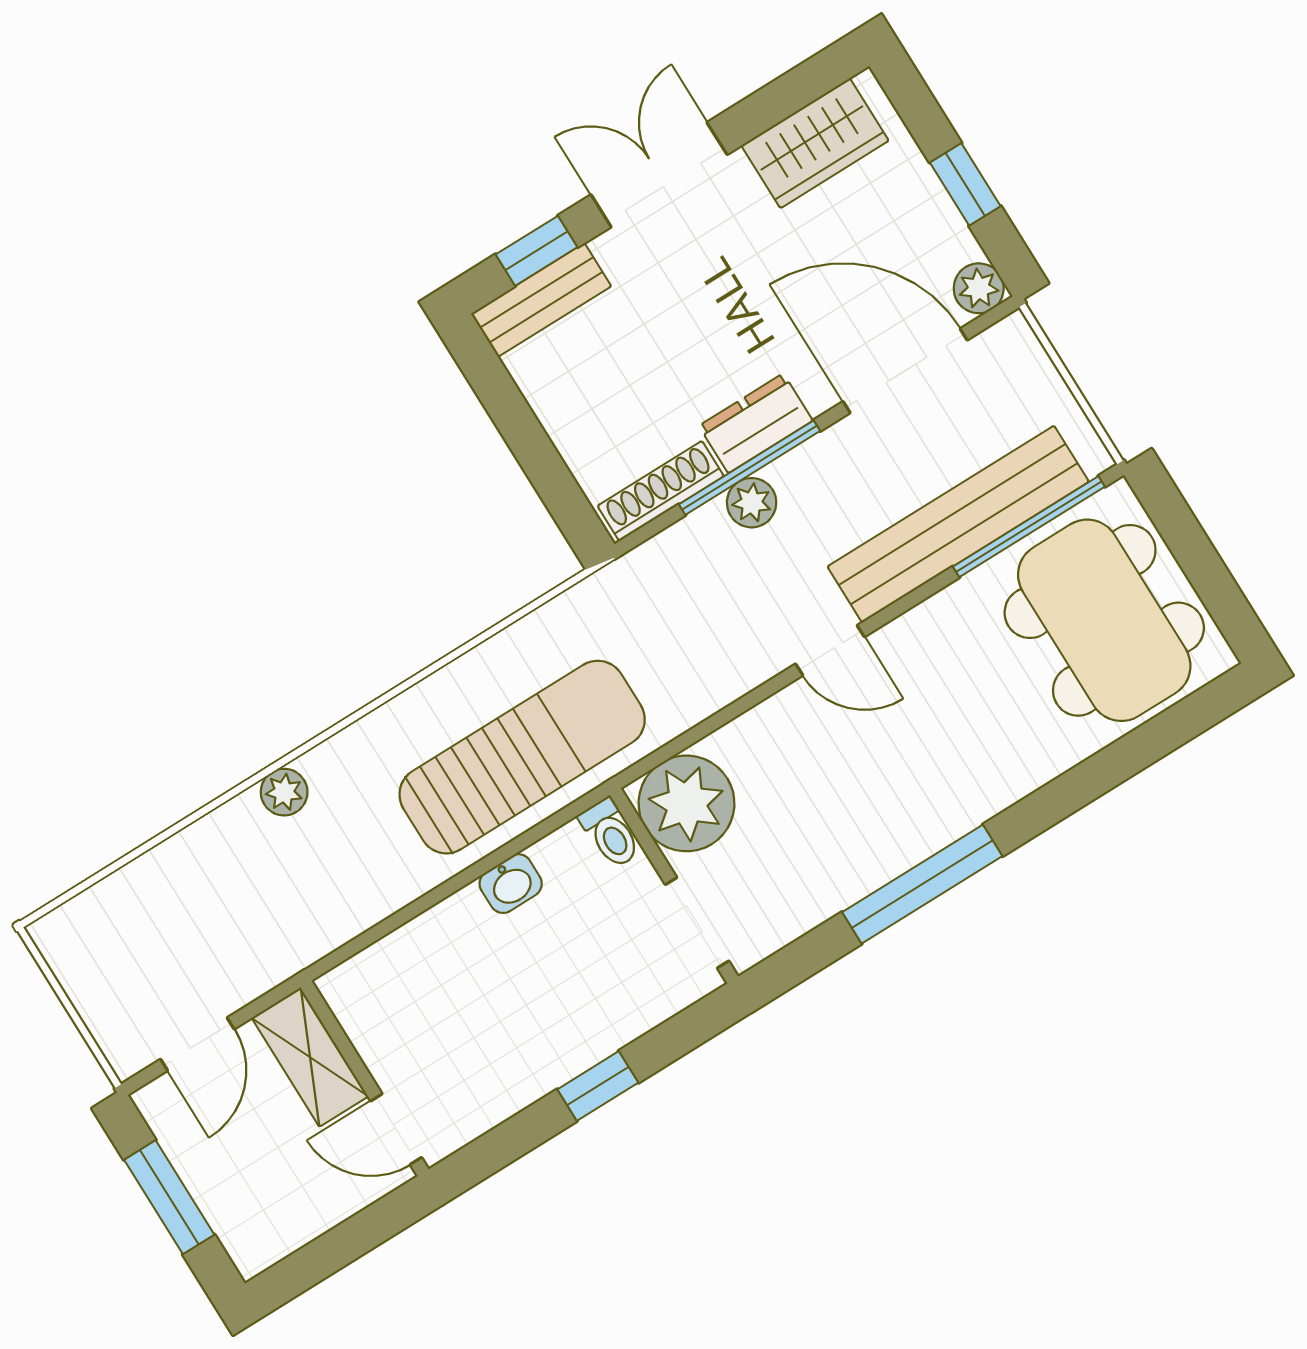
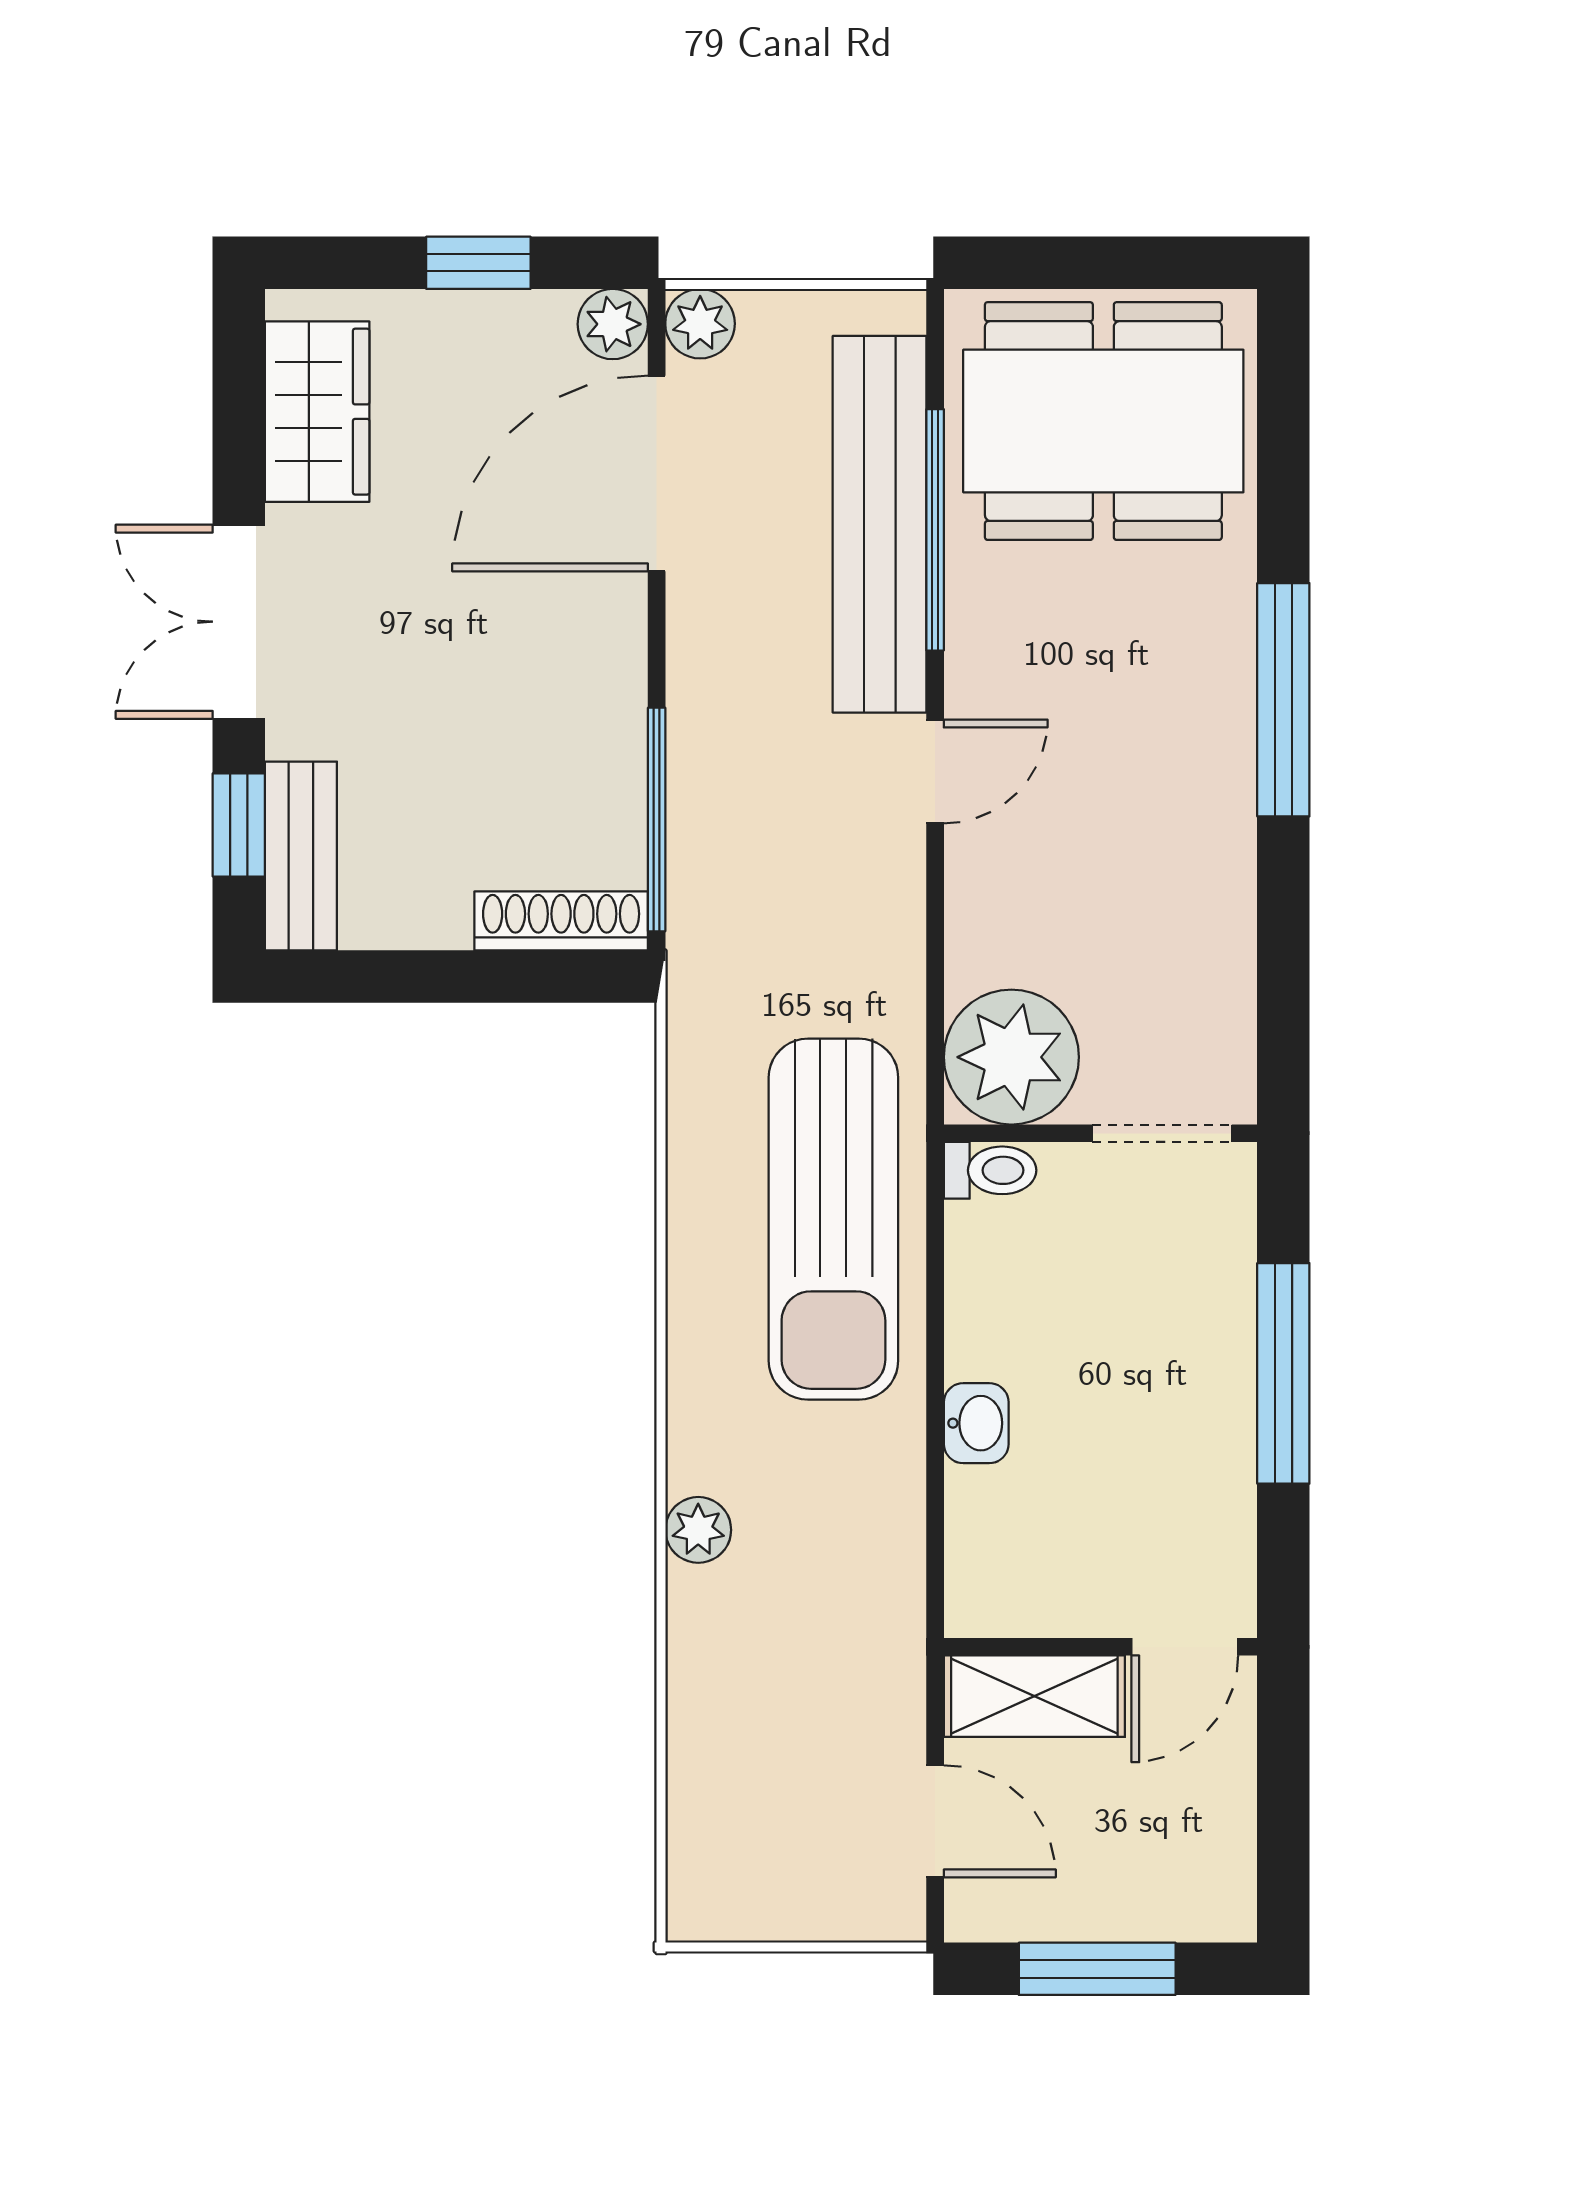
dresser: (756, 423) -> (608, 691), removed
window: (749, 468) -> (657, 820), moved
shoe rack: (661, 491) -> (561, 921), moved, turned 90
plant: (752, 503) -> (700, 324), moved
window: (1029, 527) -> (935, 530), moved
sun lounger: (522, 757) -> (833, 1219), turned 180
washbasin: (511, 884) -> (976, 1423), moved
window: (922, 884) -> (1283, 700), moved
window: (598, 1086) -> (1283, 1373), width x2.17

